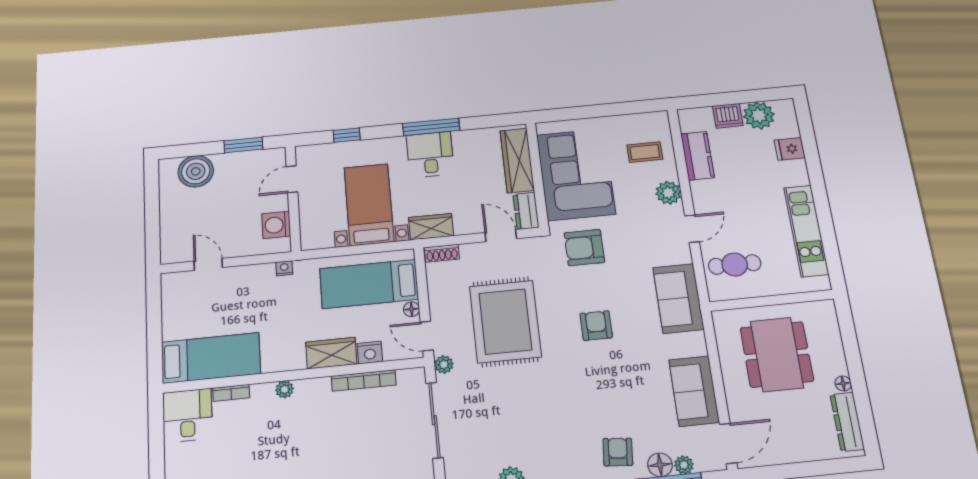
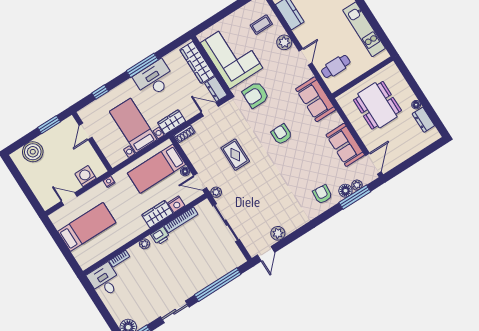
desk: (430, 154) -> (154, 79), width x1.37
washing machine: (276, 225) -> (86, 176), moved, turned 90
rug: (505, 321) -> (235, 155), width x0.54, depth x0.49
bed: (211, 358) -> (87, 227), moved
printer: (317, 389) -> (160, 236), added
dresser: (847, 422) -> (423, 120), width x0.70

